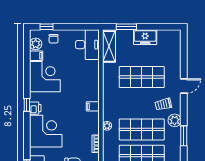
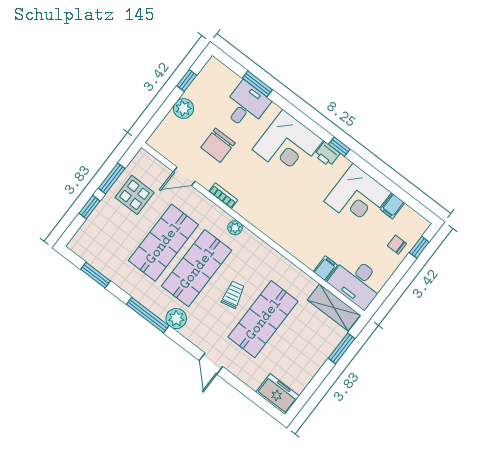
freezer: (145, 37) -> (278, 394), moved, turned 90
plant: (36, 44) -> (408, 217), removed
trolley: (163, 104) -> (233, 295), moved
filing cabinet: (93, 106) -> (325, 268), moved
window: (184, 136) -> (148, 315), width x1.44

